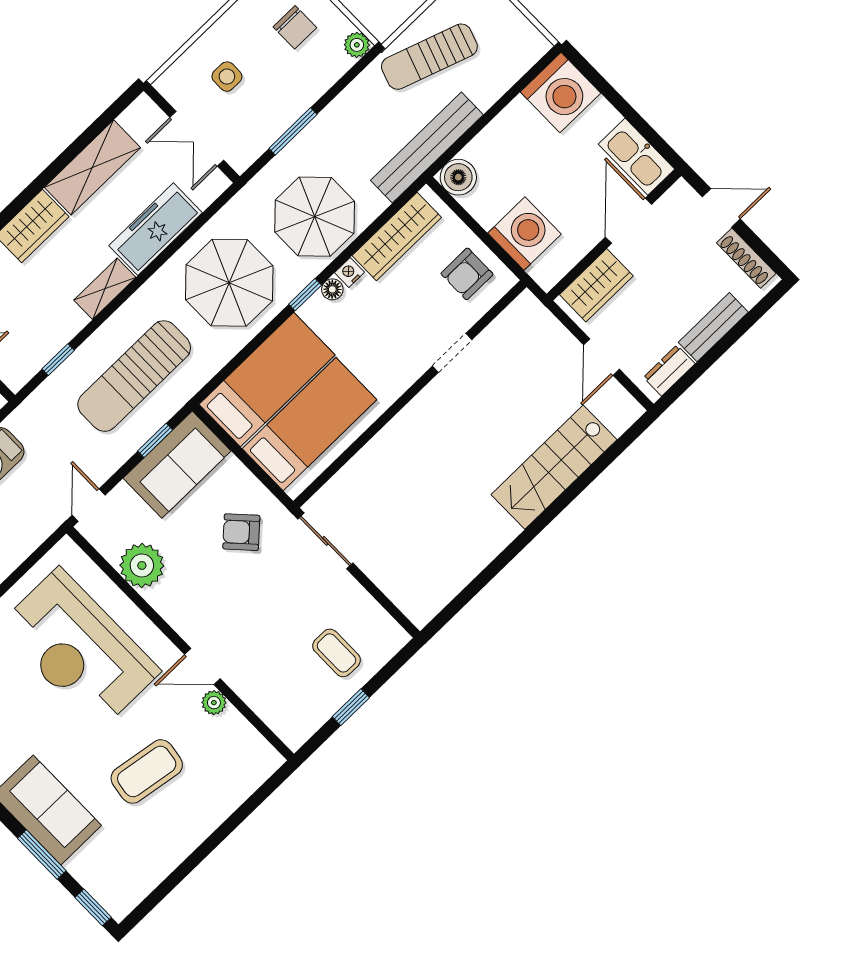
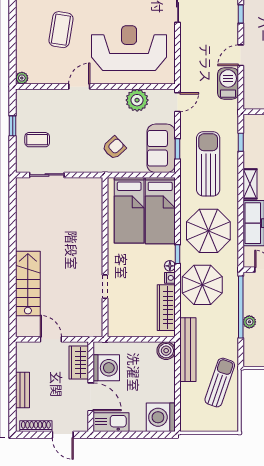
plant: (357, 45) -> (249, 322), moved
window: (293, 131) -> (241, 307), width x2.11
door: (721, 208) -> (63, 435), hinge flipped
washing machine: (524, 234) -> (106, 368), moved, turned -90
armchair: (467, 274) -> (128, 320), removed
dresser: (669, 370) -> (22, 359), removed
door: (89, 505) -> (178, 102), hinge flipped
sliding door: (325, 541) -> (47, 175), moved
plant: (214, 703) -> (22, 78), moved

